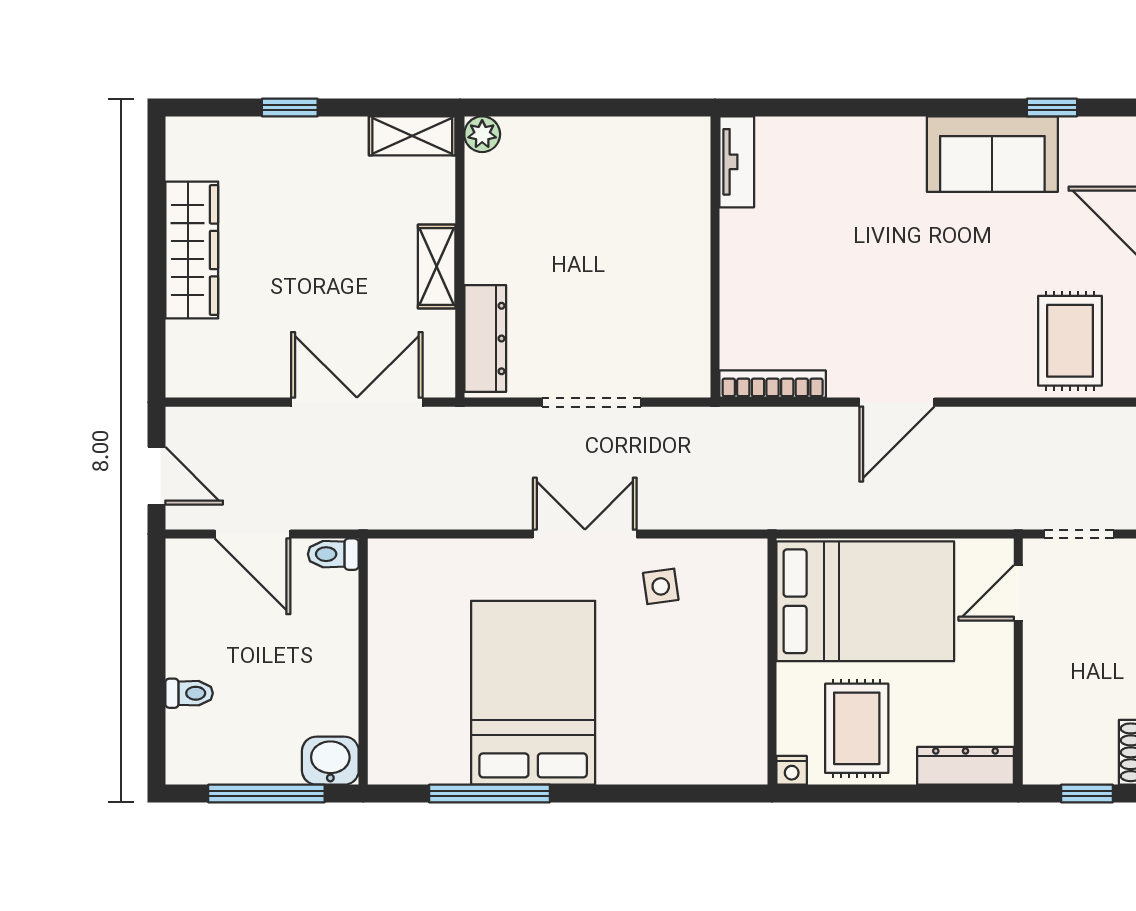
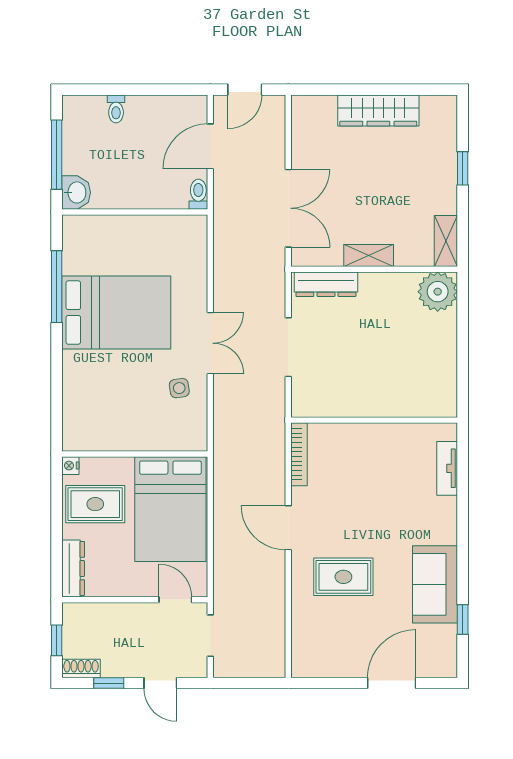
plant: (482, 134) -> (438, 292), width x1.87, depth x1.87
tv unit: (737, 162) -> (447, 468), moved, turned 90
rug: (1070, 341) -> (343, 577), moved

